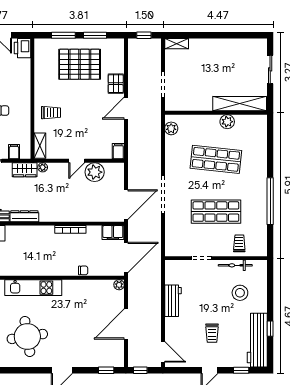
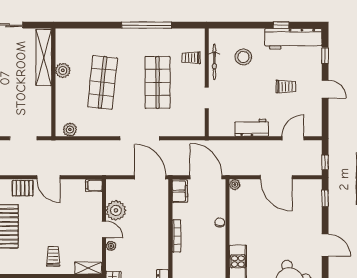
plant: (43, 167) -> (111, 246), moved
door: (163, 352) -> (293, 138), moved

